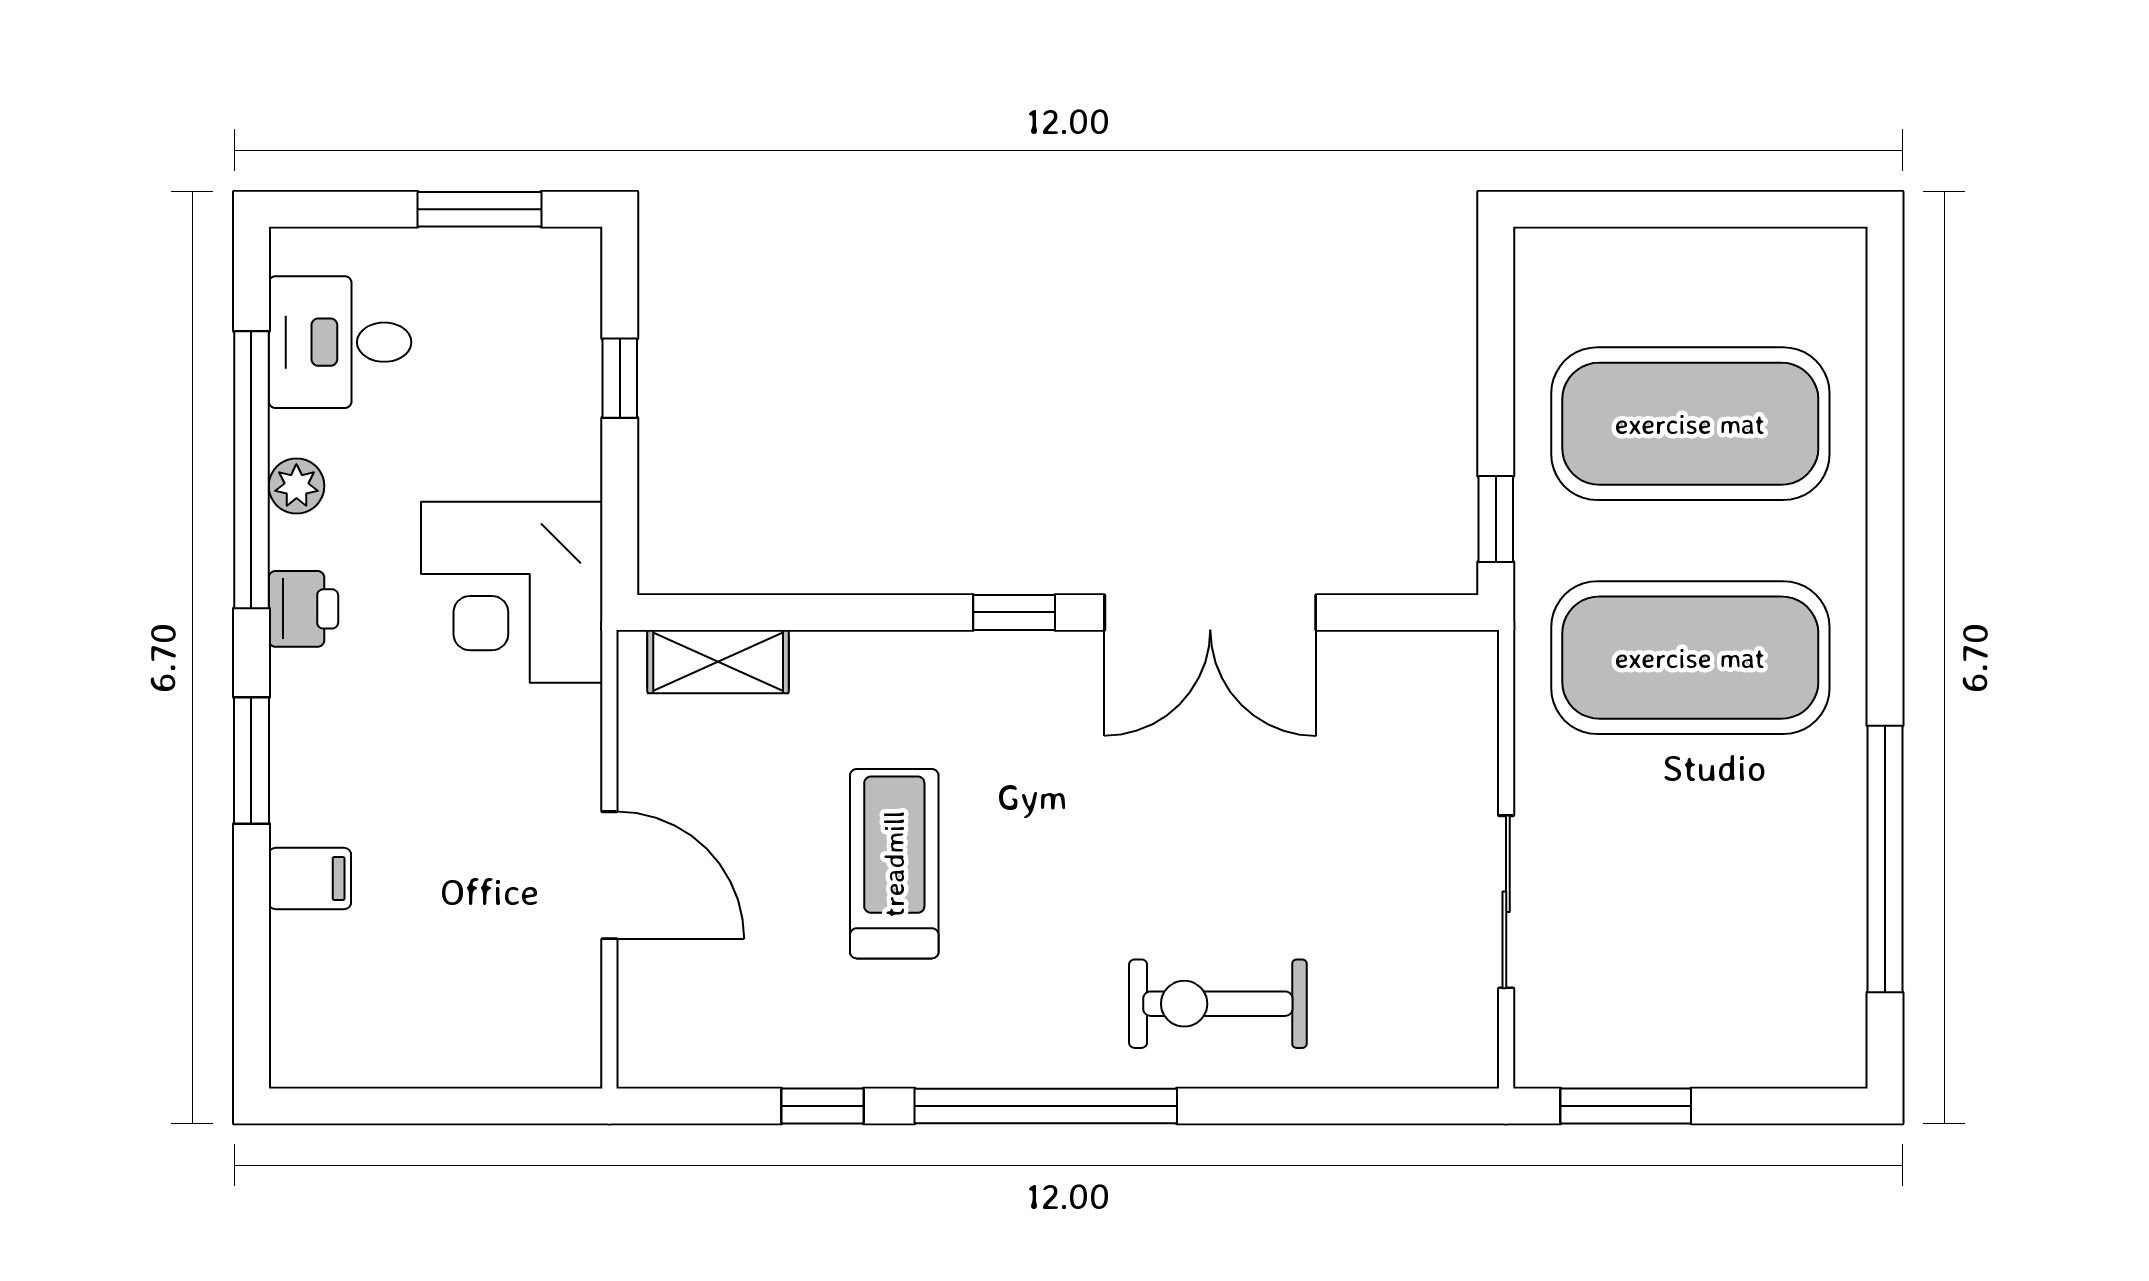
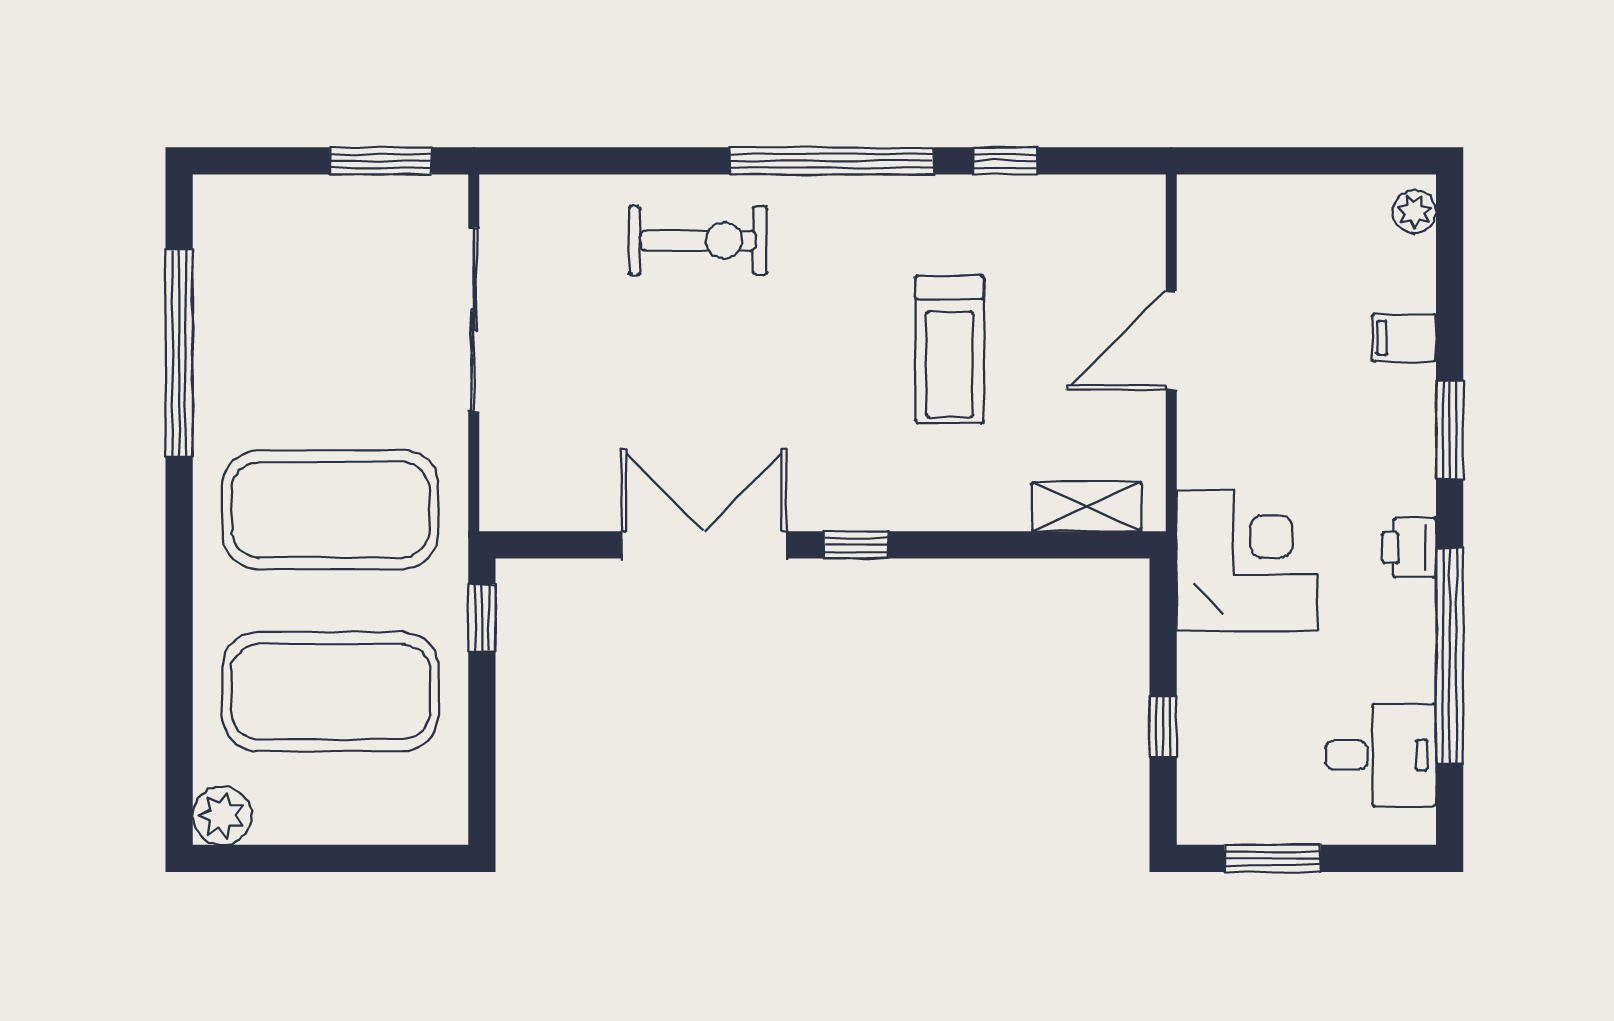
plant: (1830, 264) -> (222, 815), added
plant: (296, 486) -> (1415, 212), moved
door: (609, 875) -> (1171, 340), hinge flipped
sliding door: (1506, 902) -> (474, 320), width x1.37

